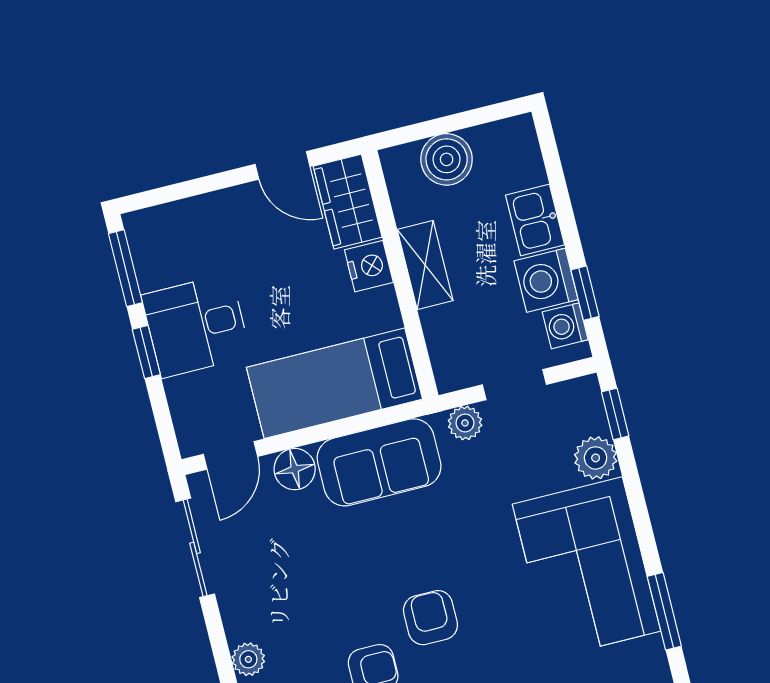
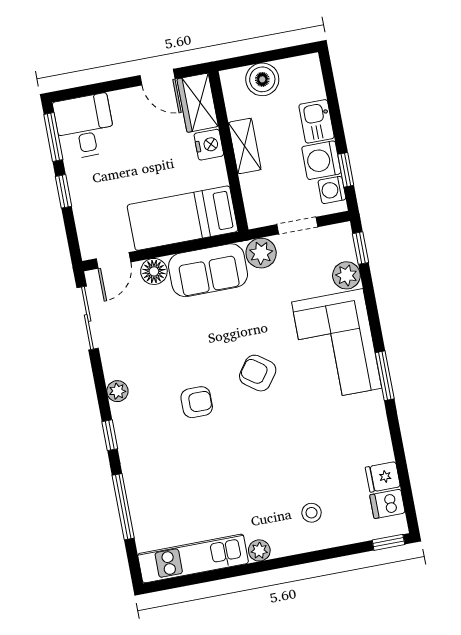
desk: (196, 326) -> (85, 126), moved, turned 90
plant: (465, 423) -> (261, 253), width x1.38, depth x1.38
armchair: (430, 618) -> (258, 373), moved, turned -54

